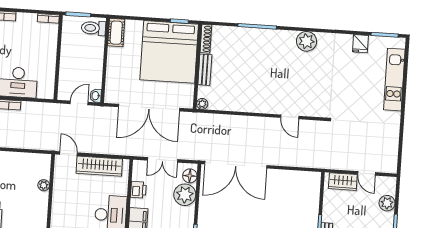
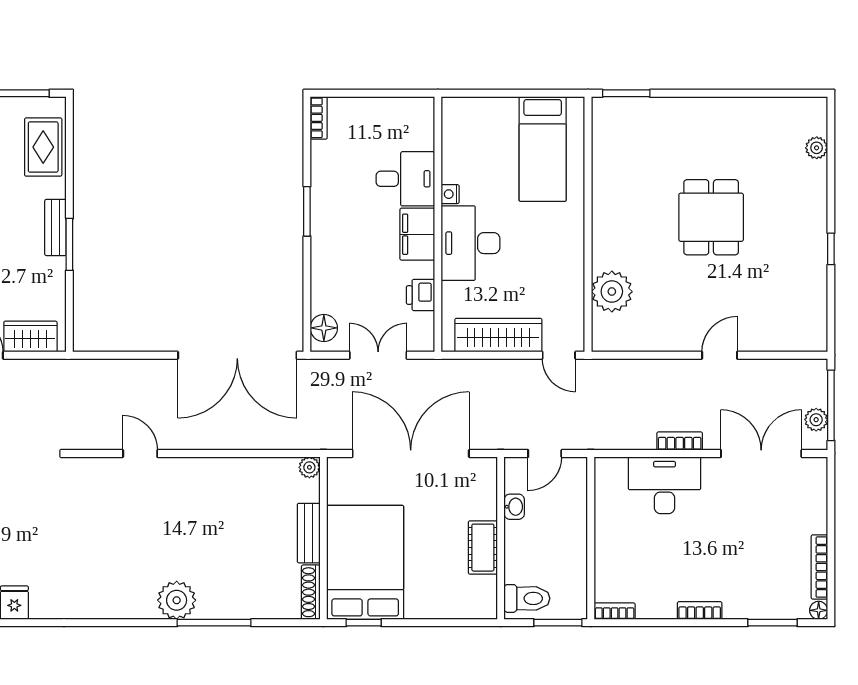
cot: (116, 33) -> (483, 548), moved
plant: (307, 41) -> (177, 600), moved
bed: (169, 52) -> (365, 562), width x0.73
washbasin: (96, 96) -> (514, 507), moved
double door: (236, 165) -> (237, 355), swing flipped
plant: (44, 185) -> (612, 292), width x1.87, depth x1.87
plant: (185, 195) -> (331, 291), removed

